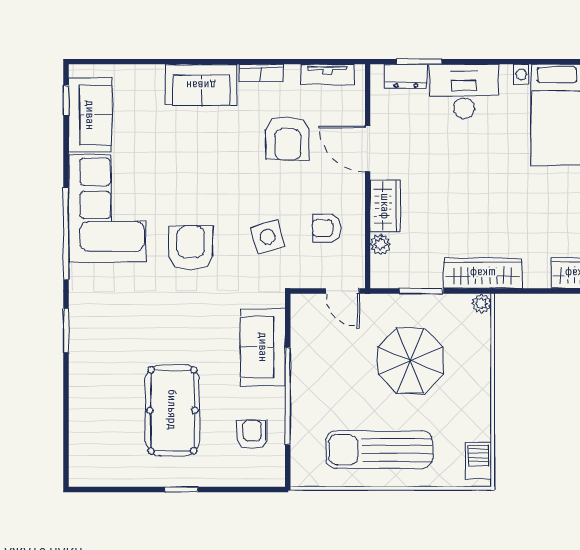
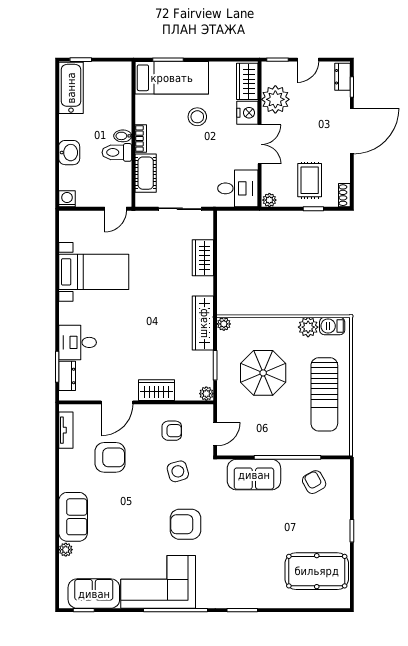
bookcase: (261, 73) -> (65, 476), removed
plant: (154, 74) -> (66, 550), added
desk: (464, 91) -> (78, 342), width x0.73
armchair: (327, 228) -> (172, 431), turned -90
plant: (380, 244) -> (206, 394), moved
door: (343, 291) -> (215, 434), moved
pool table: (172, 410) -> (317, 571), moved
plant: (477, 426) -> (308, 327), added
armchair: (252, 435) -> (314, 482), turned 61

